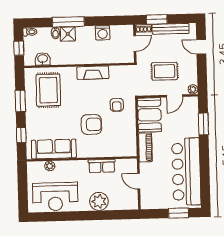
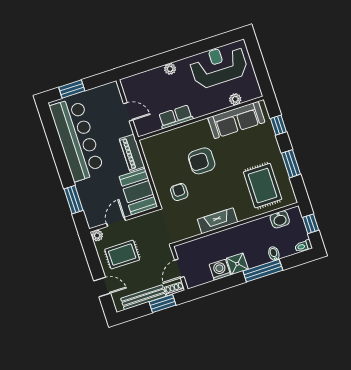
shower: (68, 34) -> (237, 264), moved
rug: (165, 71) -> (122, 255), moved
plant: (99, 201) -> (170, 69), width x0.53, depth x0.53

